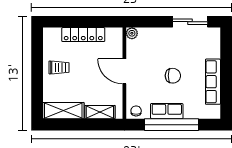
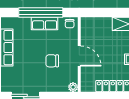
chair: (173, 76) -> (52, 61), moved
shelving: (100, 112) -> (99, 23), removed

